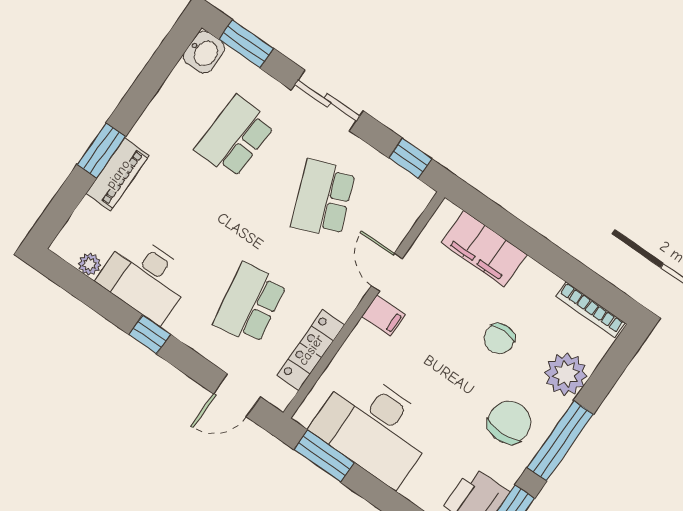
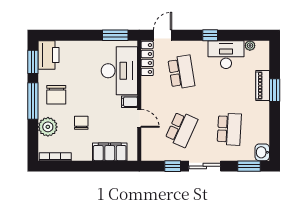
window: (410, 158) -> (173, 166), moved
school desk: (323, 198) -> (181, 129), turned 45
locker: (311, 350) -> (147, 58), moved
desk: (374, 427) -> (119, 71), moved, turned 90

